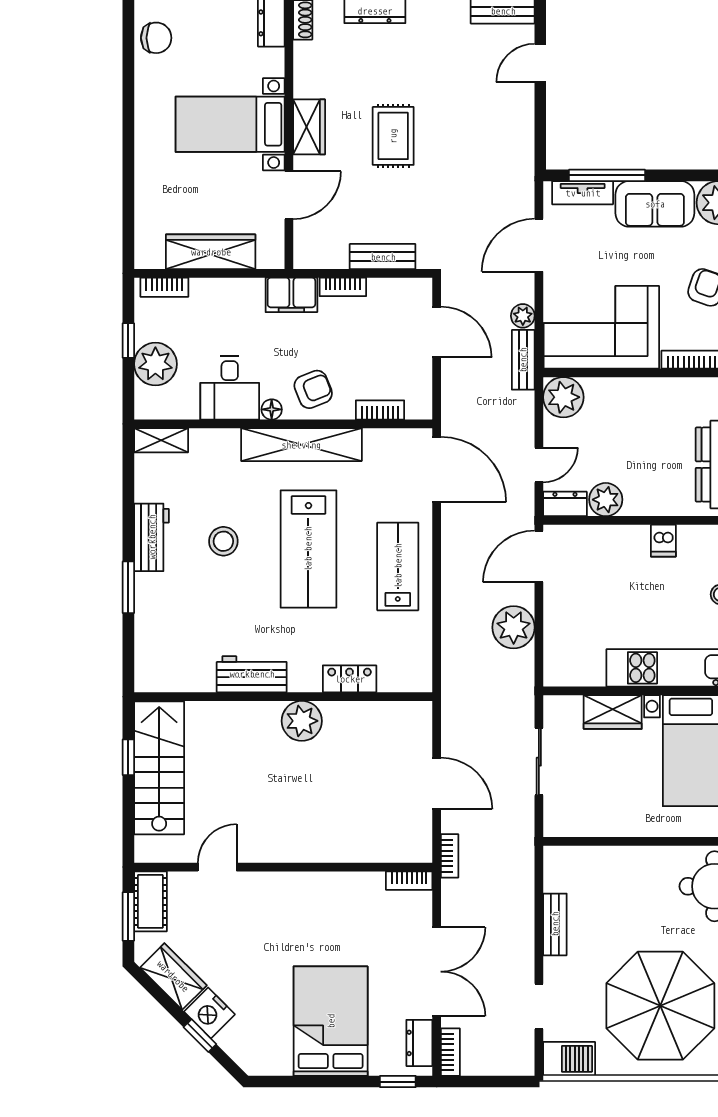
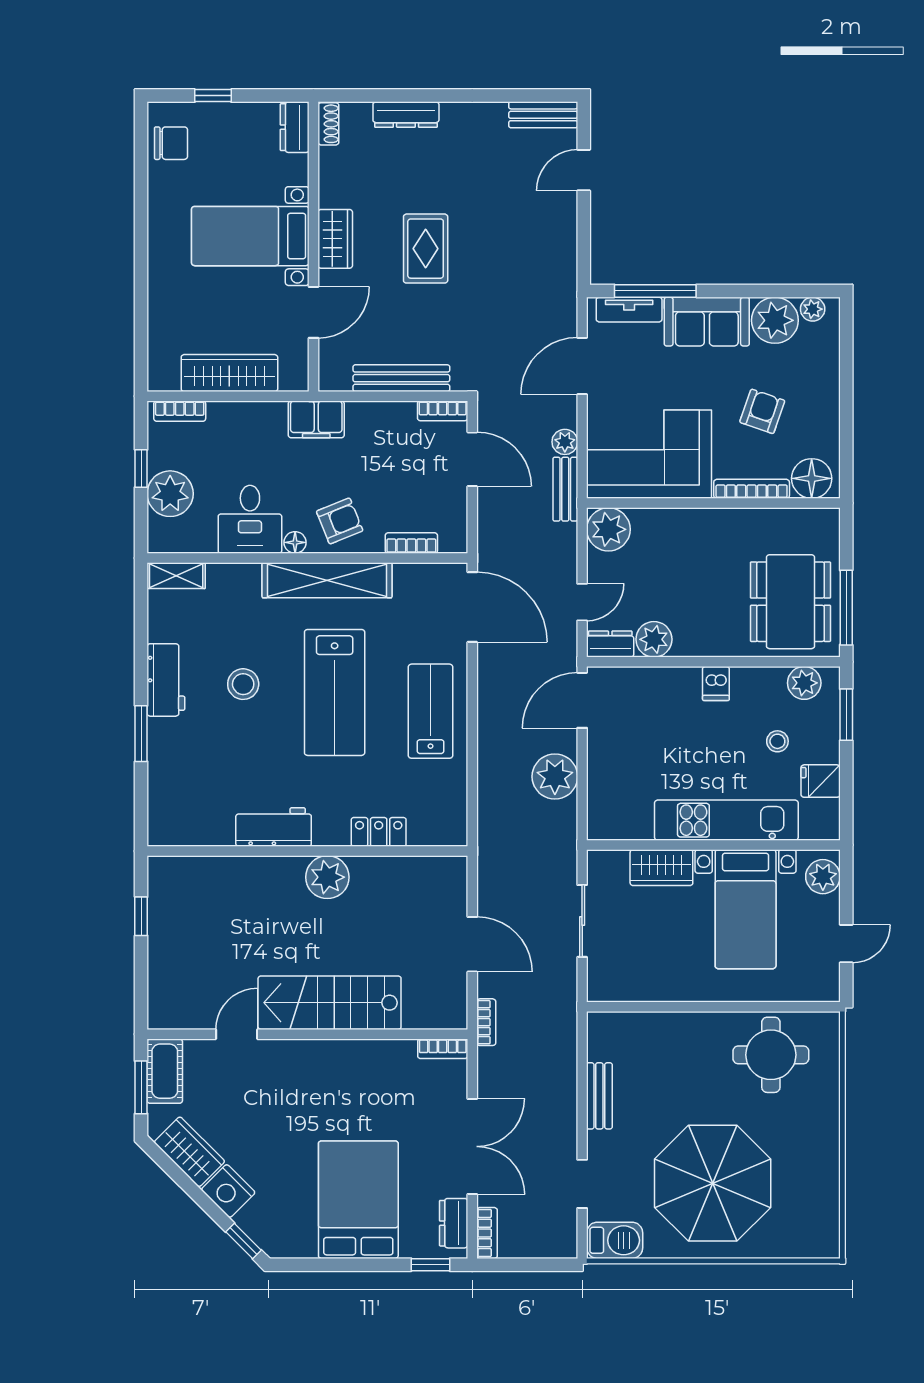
bench: (383, 257) -> (401, 378), width x1.36
bookcase: (343, 287) -> (443, 411), moved
stairs: (159, 768) -> (330, 1003), moved, turned -90
window: (200, 1036) -> (244, 1241), moved

